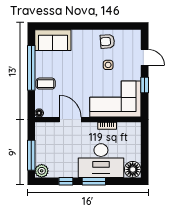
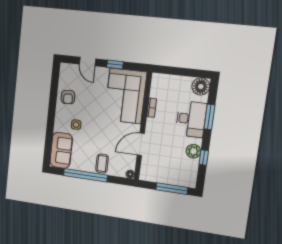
door: (145, 57) -> (87, 62), swing flipped
side table: (108, 65) -> (76, 125), moved
desk: (101, 161) -> (191, 119), width x0.73, depth x0.77
plant: (42, 171) -> (193, 151), moved
window: (94, 181) -> (209, 117), moved

